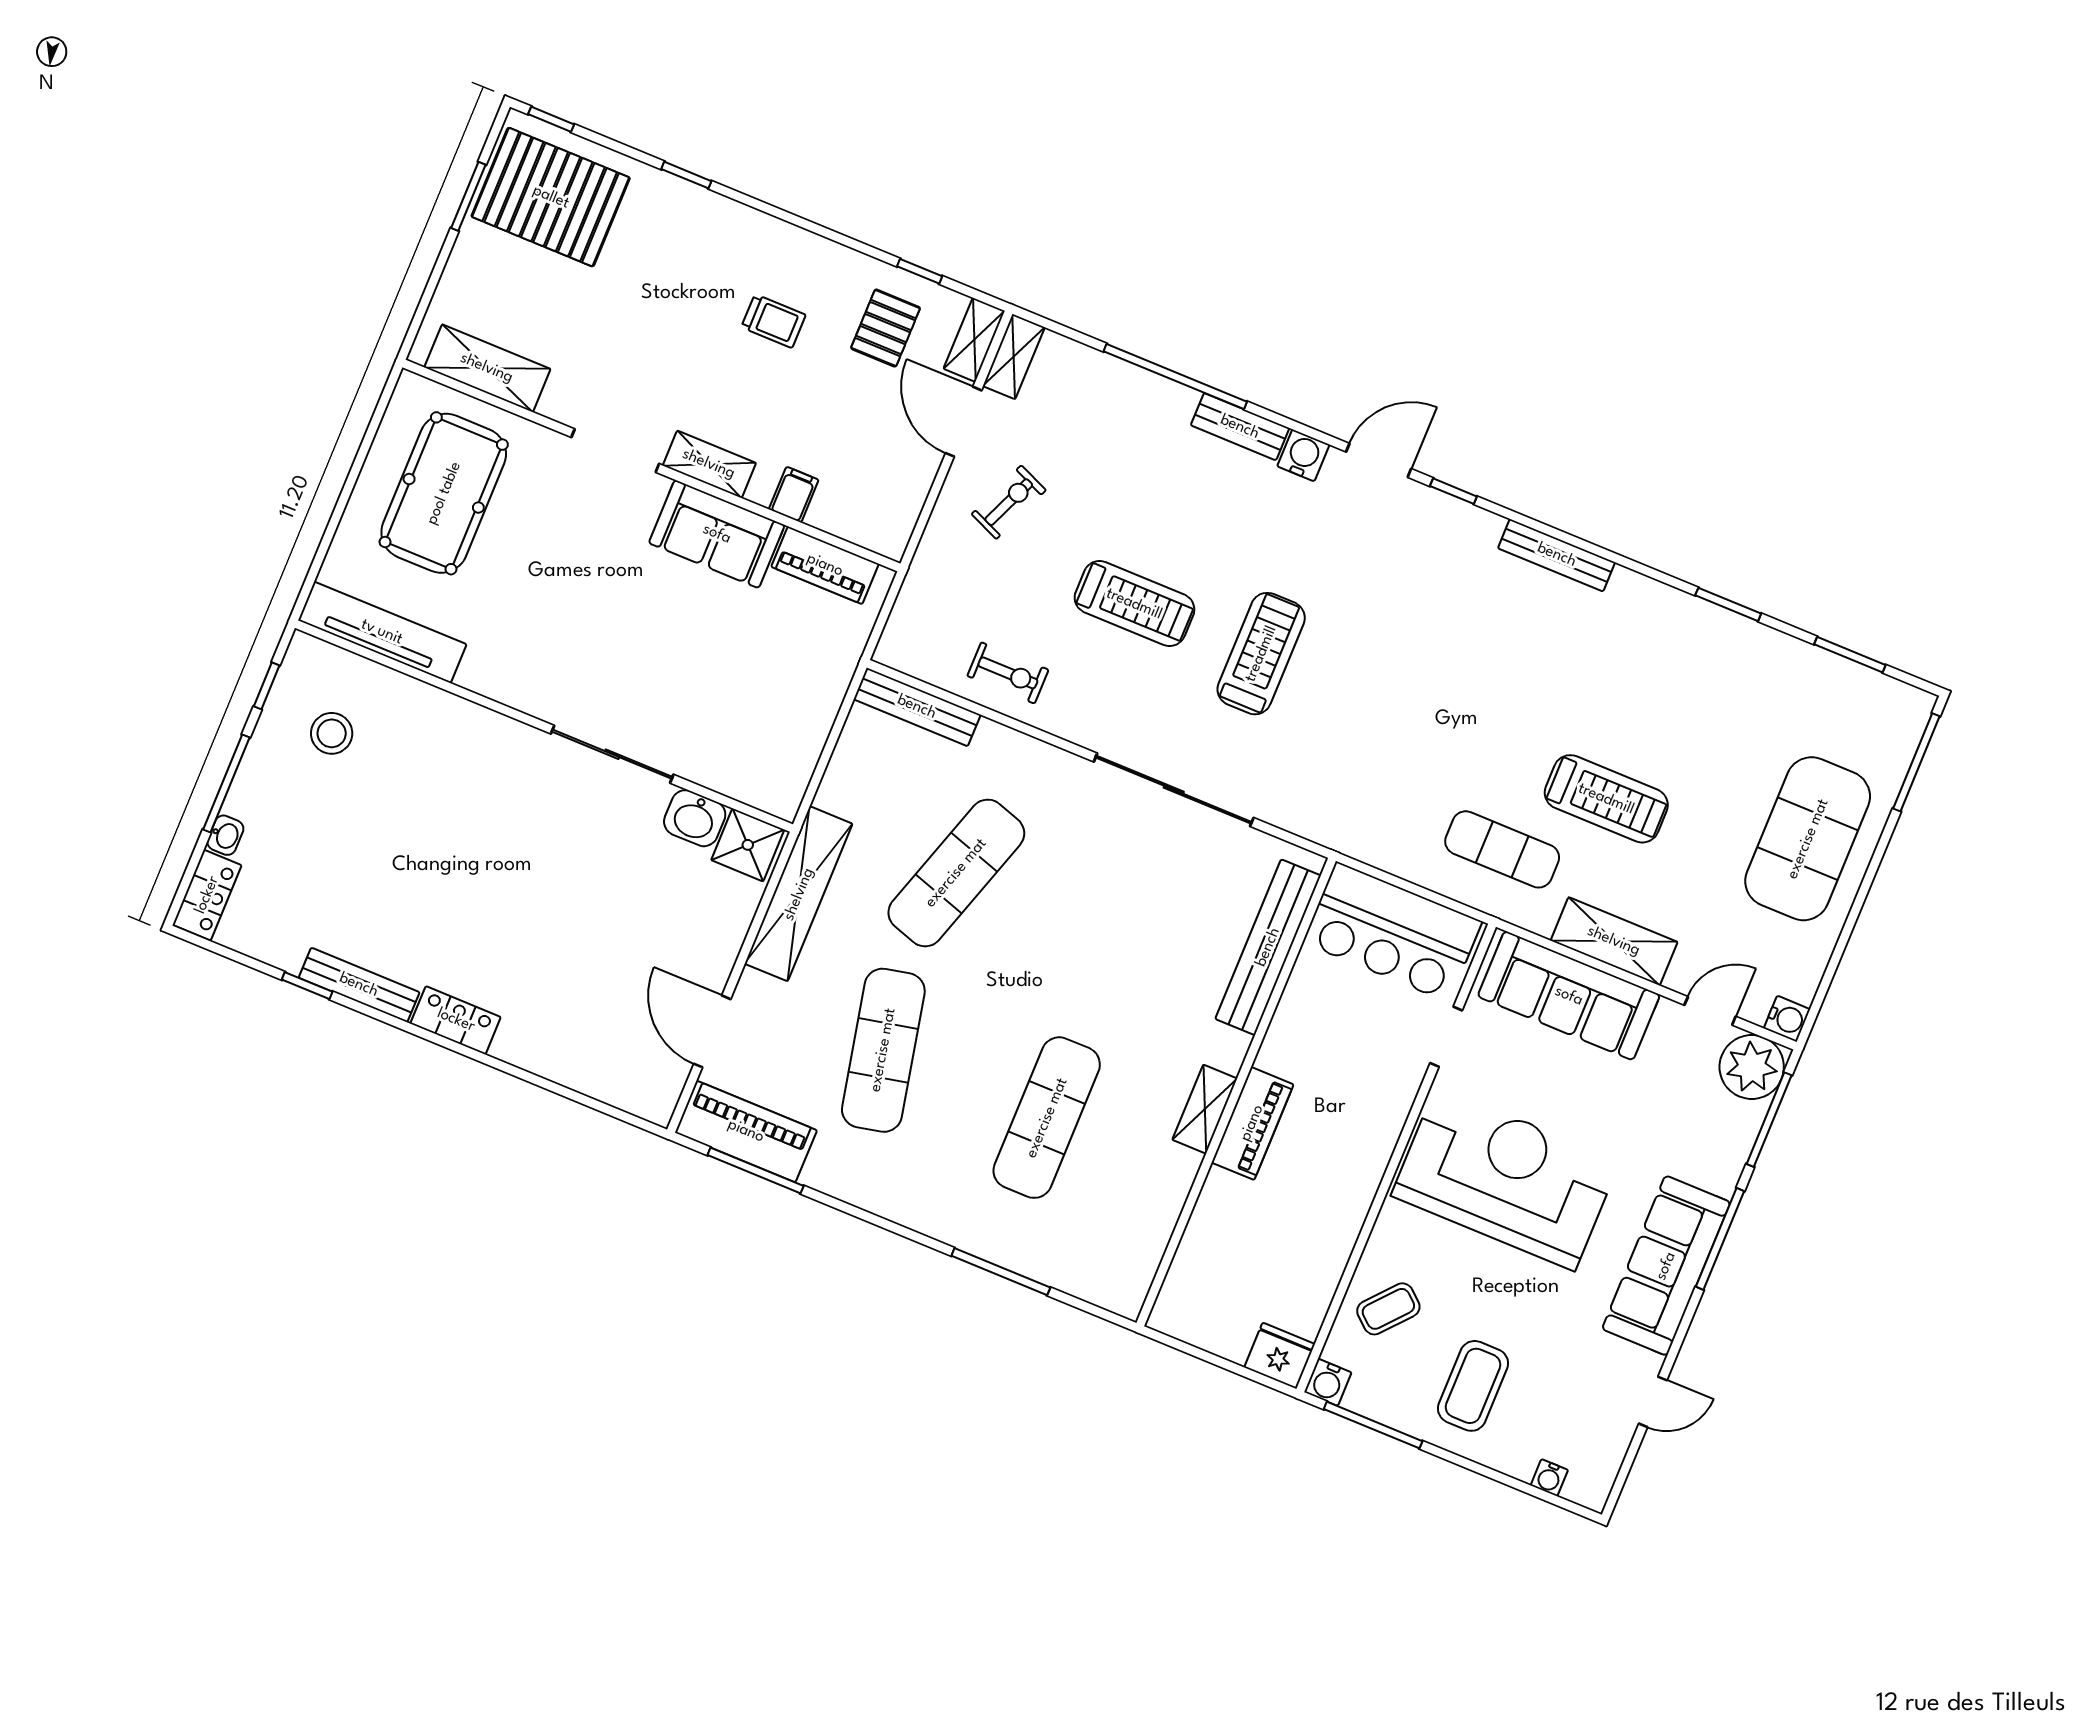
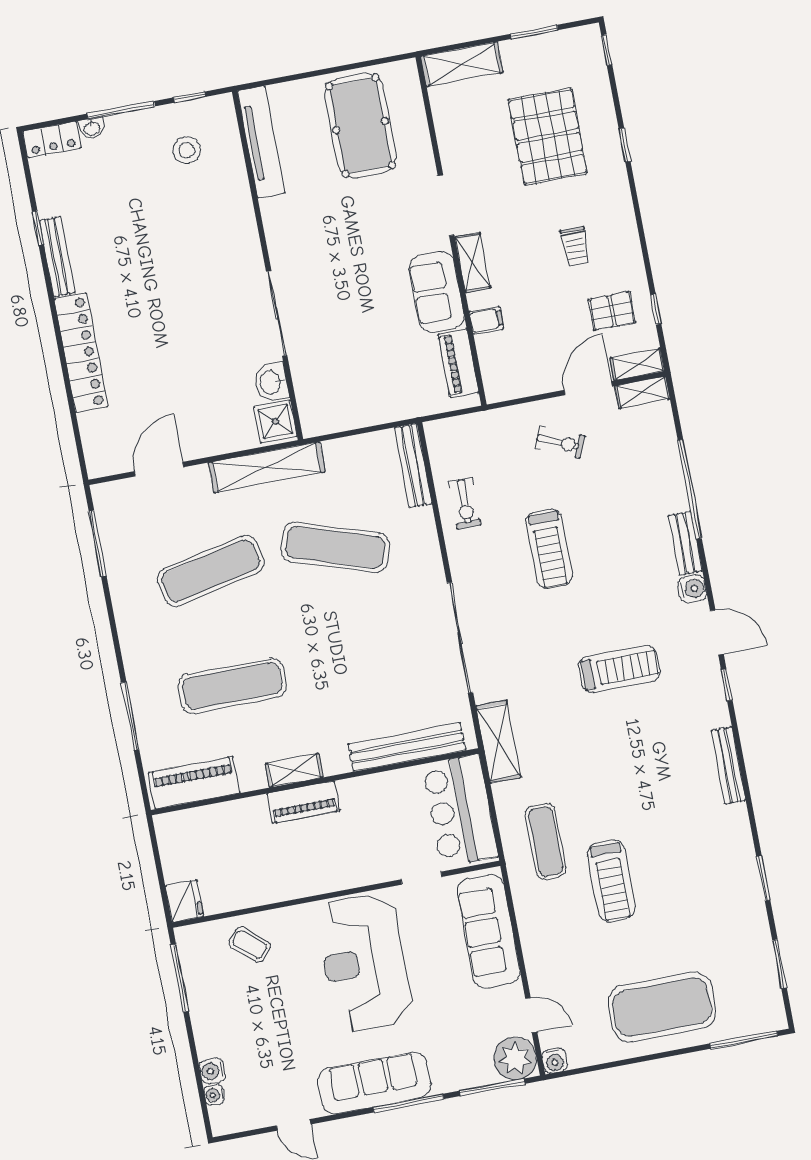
pallet: (551, 197) -> (548, 136), moved
shelving: (487, 368) -> (462, 64), moved, turned 90
pool table: (444, 493) -> (360, 126), turned 90
treadmill: (1261, 654) -> (619, 669), moved
shelving: (1614, 941) -> (498, 742), moved
locker: (456, 1020) -> (81, 353), width x2.16, depth x1.21
piano: (746, 1131) -> (194, 783), moved, turned -90
reception desk: (1505, 1178) -> (364, 962), turned 180
water cooler: (1328, 1382) -> (212, 1071), moved
coffee table: (1473, 1386) -> (238, 1019), removed

